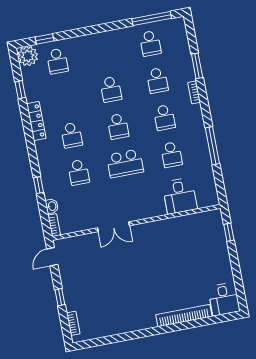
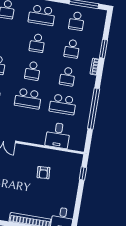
school desk: (104, 52) -> (42, 15), added
window: (212, 146) -> (94, 109), width x1.46
school desk: (171, 155) -> (63, 104), width x1.85
armchair: (179, 249) -> (43, 173), added

